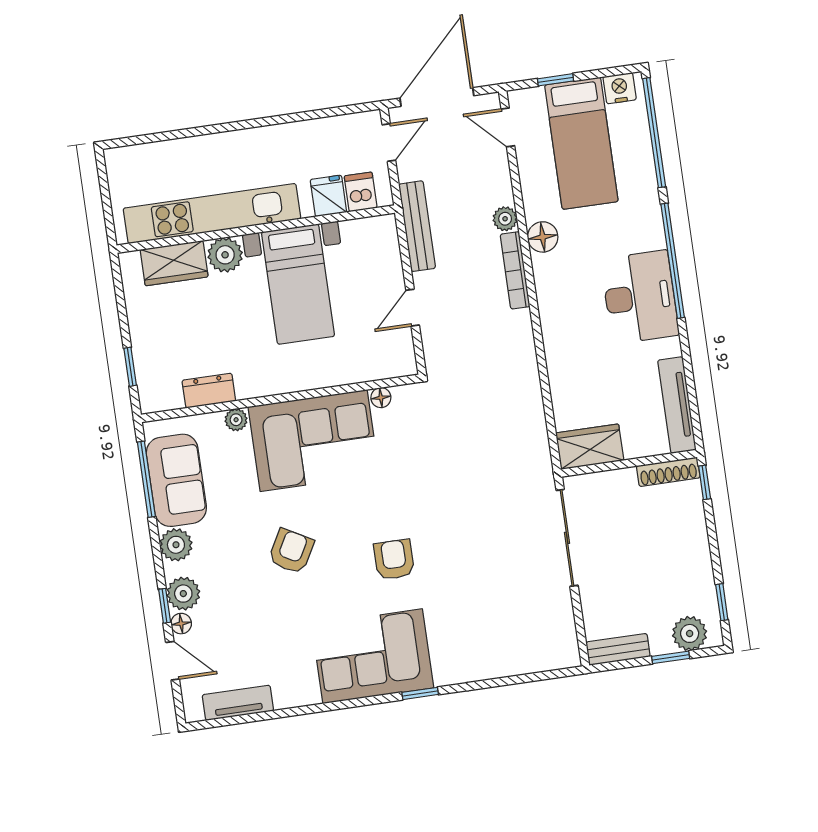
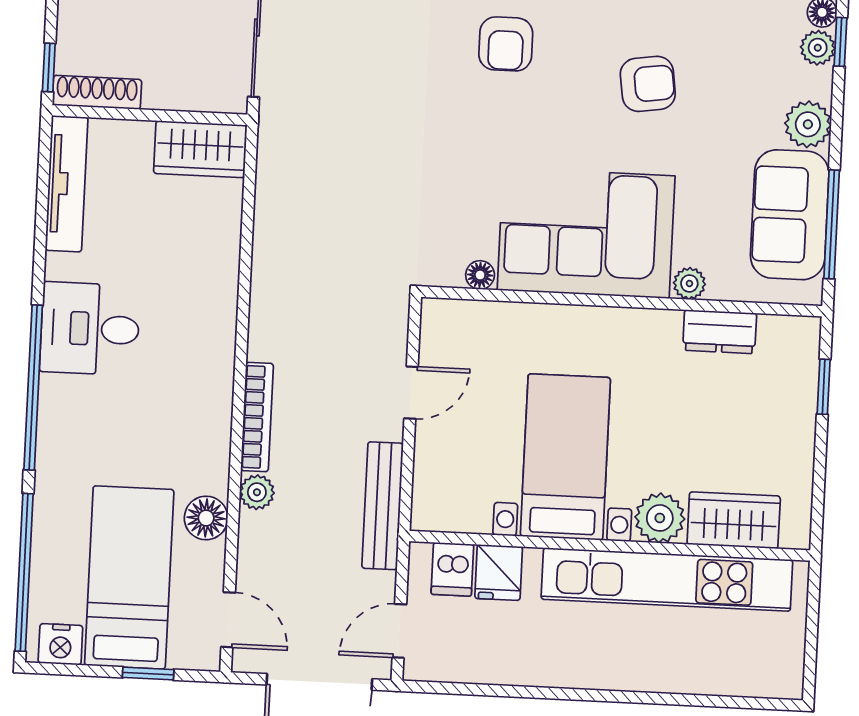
floor lamp: (543, 237) -> (206, 518), moved
desk: (640, 297) -> (90, 329), width x0.73
armchair: (291, 551) -> (648, 84), turned -127
plant: (183, 594) -> (818, 48), width x0.73, depth x0.73

